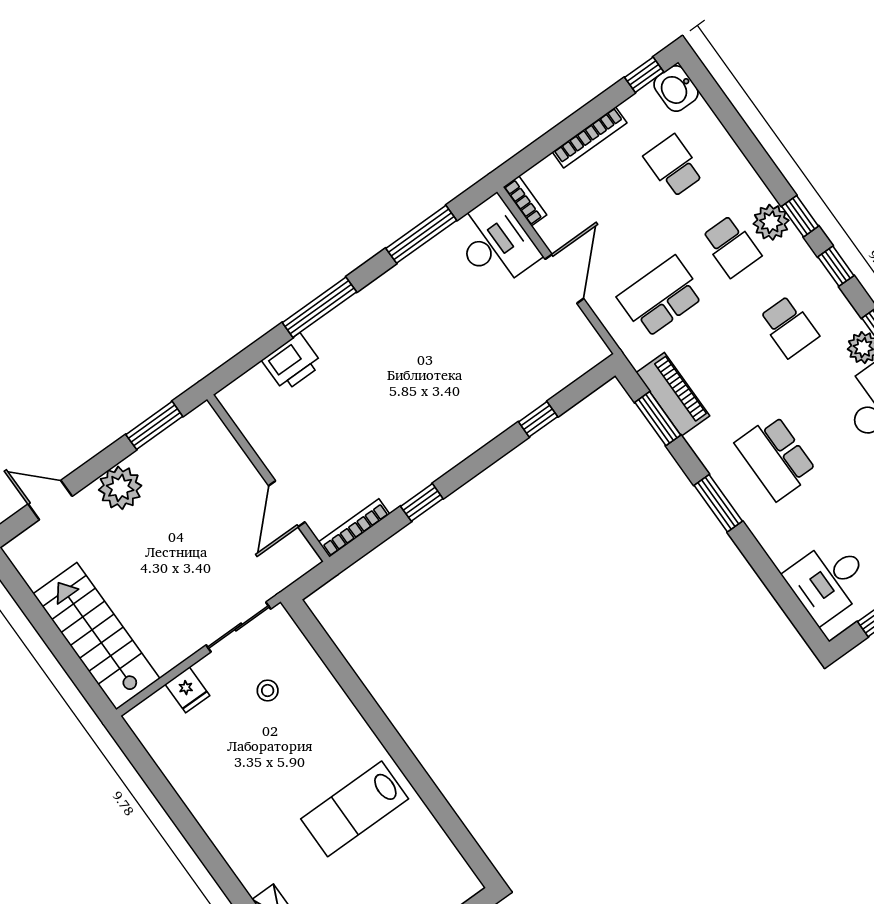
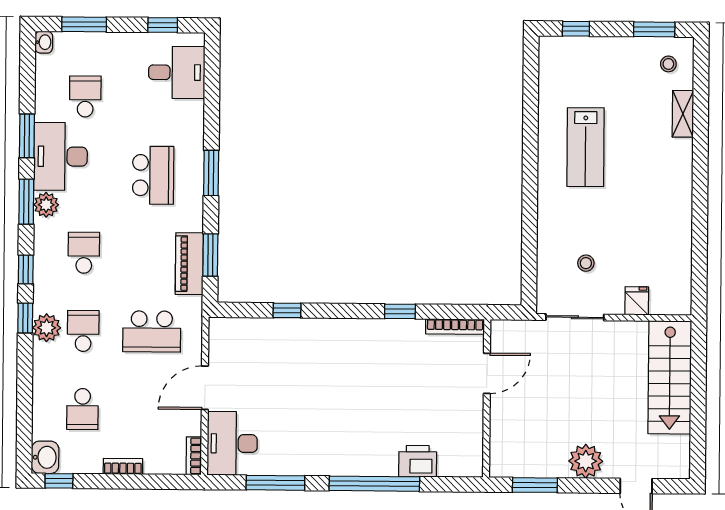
bookcase: (590, 137) -> (123, 466), width x0.64
window: (319, 307) -> (374, 484), width x1.46
lab bench: (355, 809) -> (586, 147), turned 90

